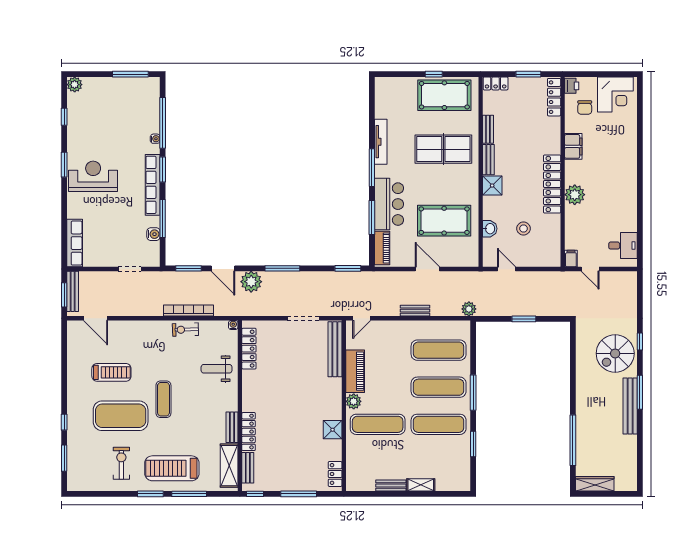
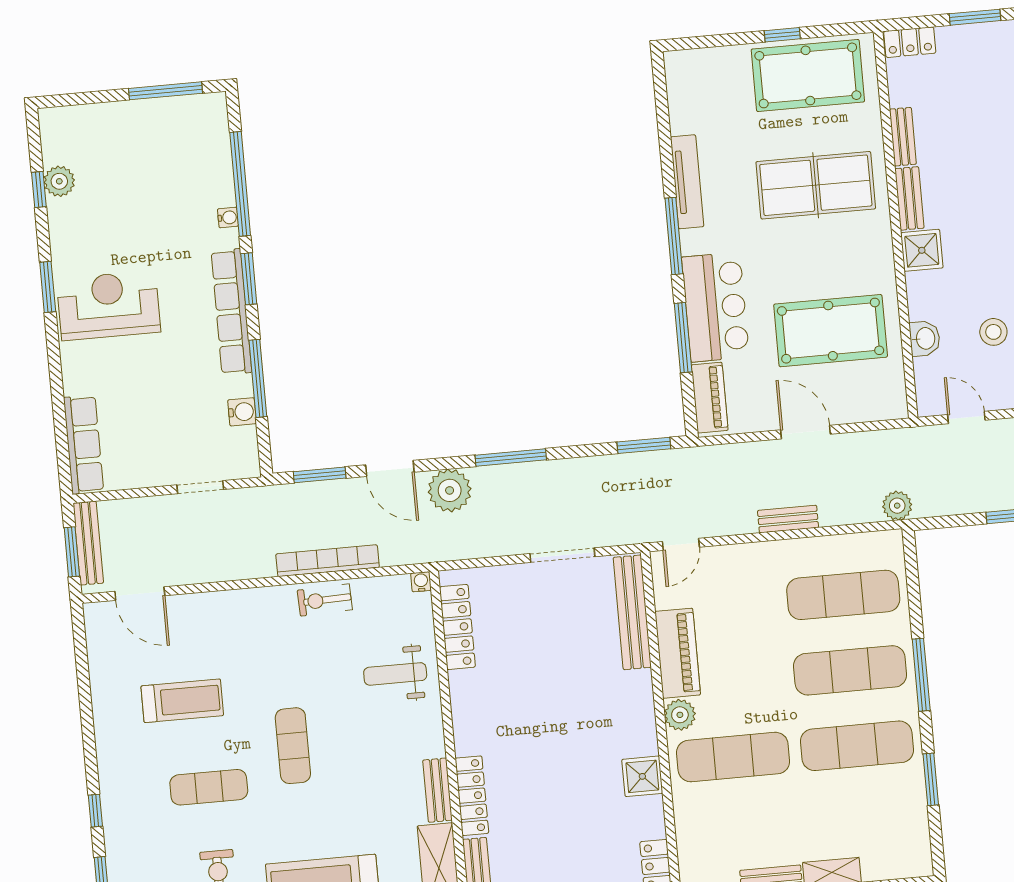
plant: (75, 85) -> (59, 181), moved
exercise mat: (121, 416) -> (209, 787), width x0.50, depth x0.69

